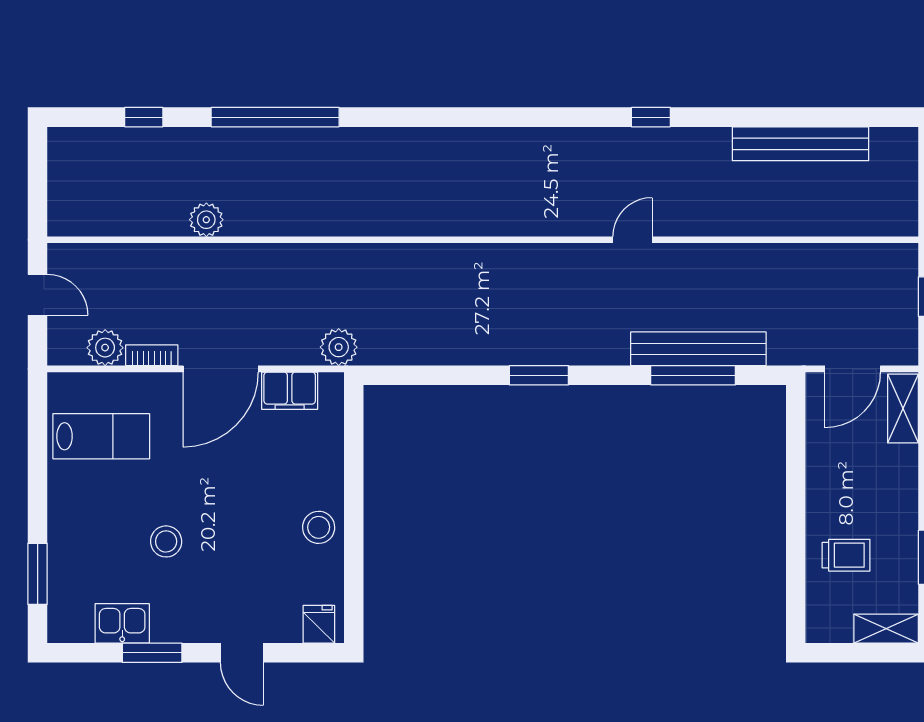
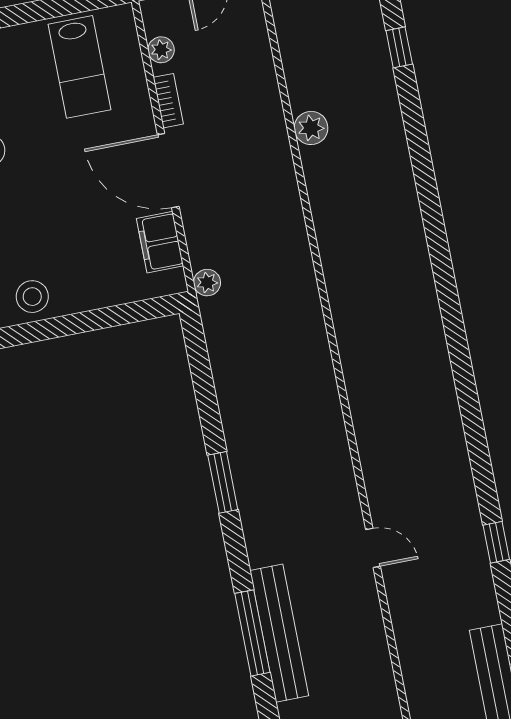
window: (275, 117) -> (424, 176), removed
plant: (339, 347) -> (207, 283), width x0.73, depth x0.73
plant: (105, 348) -> (161, 50), width x0.73, depth x0.73

